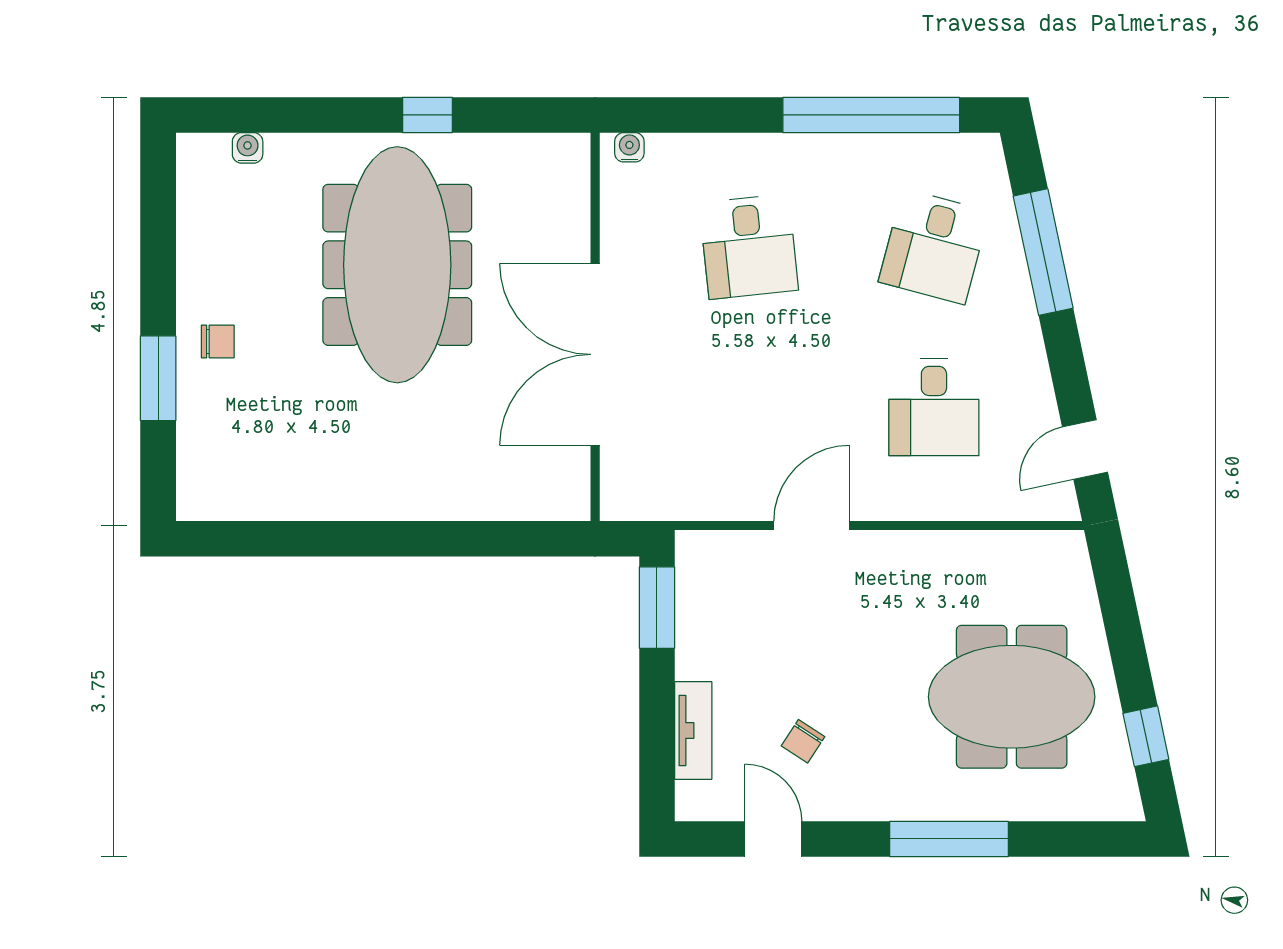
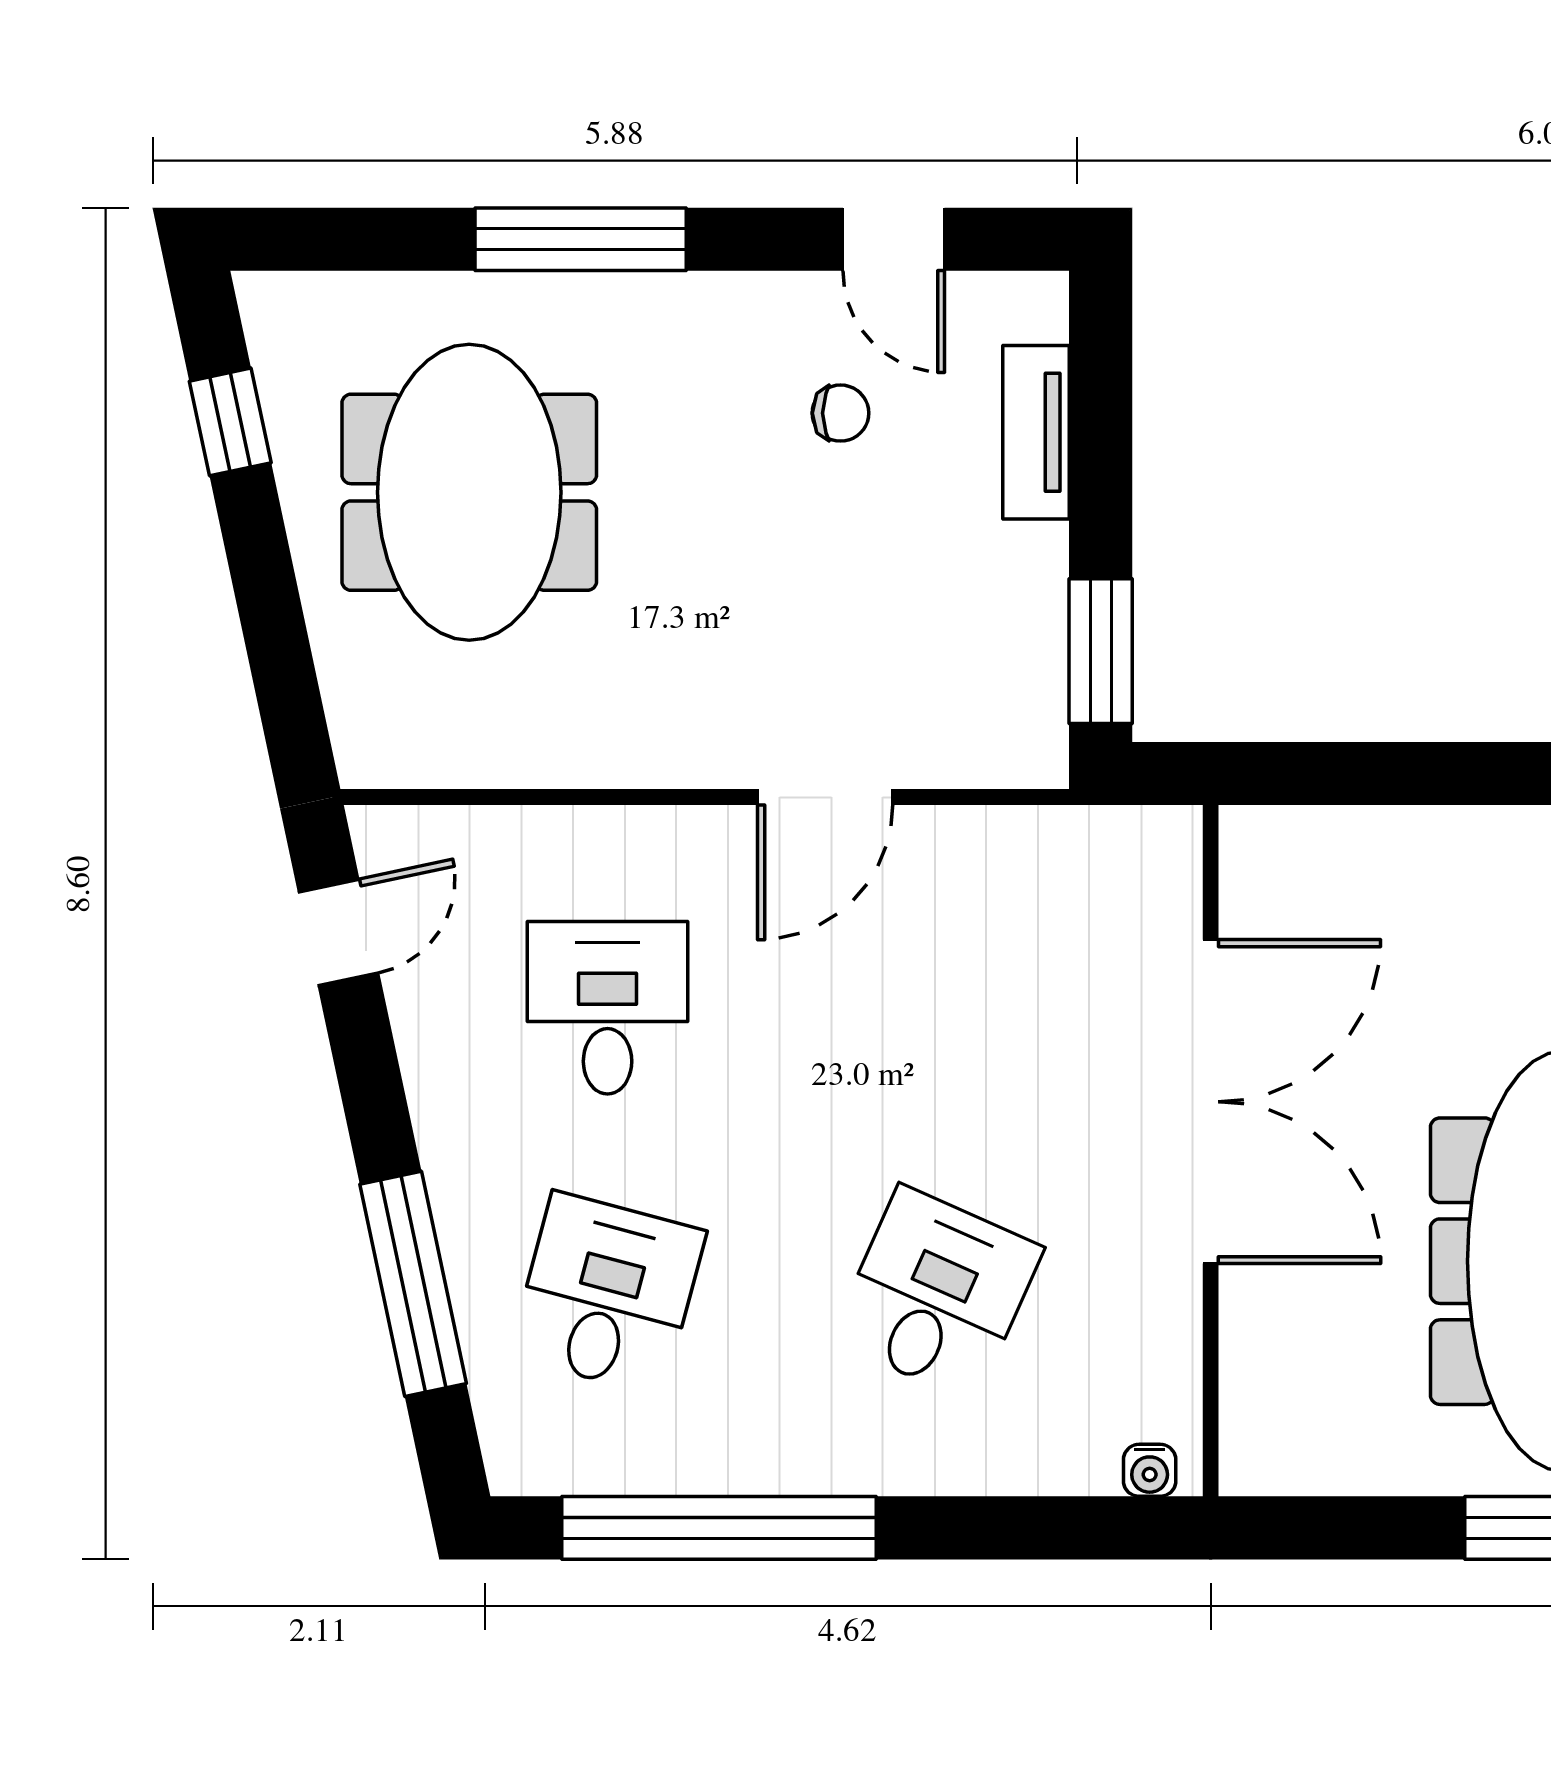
desk: (749, 247) -> (937, 1294), turned 30
meeting table: (1012, 697) -> (469, 492), turned 90
chair: (803, 741) -> (841, 413), turned 57

